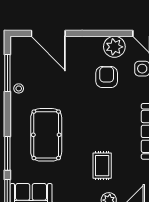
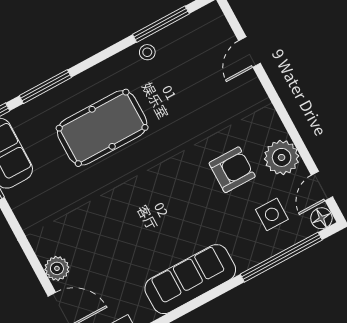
door: (48, 33) -> (250, 52), width x0.53
rug: (102, 166) -> (101, 232), removed

